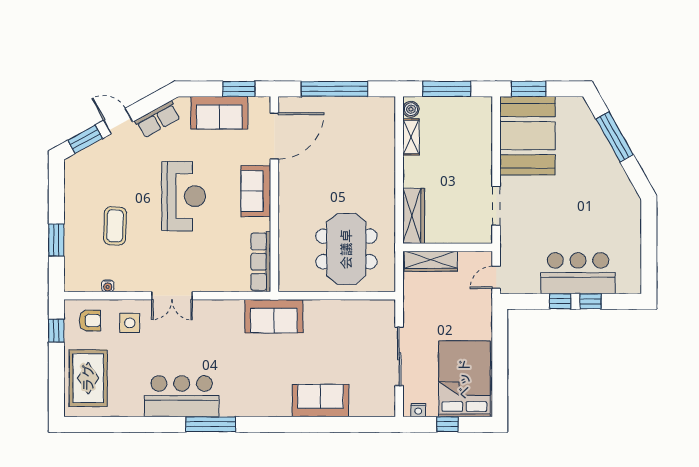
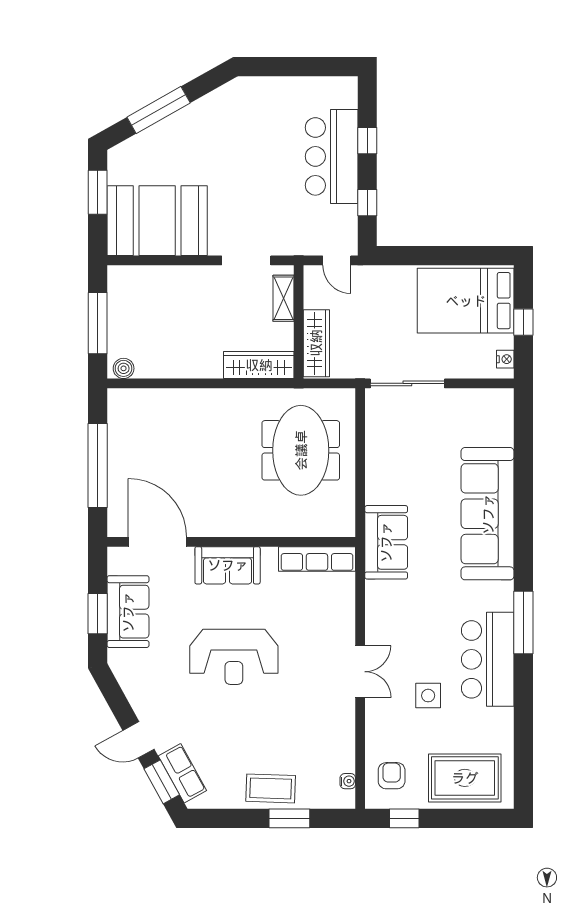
window: (239, 89) -> (98, 614), moved
window: (529, 89) -> (98, 192), moved
row of seats: (158, 119) -> (182, 773), moved
door: (118, 121) -> (138, 740), hinge flipped
shelving: (411, 137) -> (284, 298), moved, turned 90
reception desk: (184, 196) -> (234, 657), turned 180
coffee table: (115, 226) -> (271, 788), moved
meeting table: (346, 249) -> (301, 450), turned 90
water cooler: (108, 286) -> (348, 781), moved
window: (560, 301) -> (367, 203), moved
side table: (130, 323) -> (428, 696), moved
sliding door: (399, 356) -> (407, 383), moved
sofa: (320, 401) -> (488, 514), width x1.85, depth x1.27

